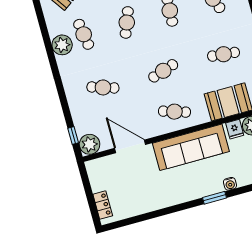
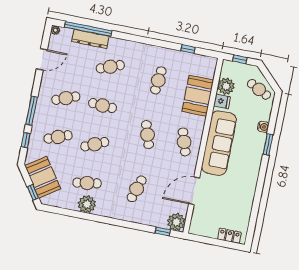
cafe table: (127, 22) -> (95, 144), turned -45
cafe table: (174, 112) -> (184, 142), turned -36

